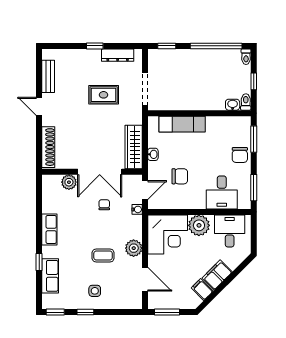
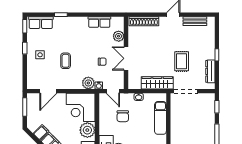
wardrobe: (134, 147) -> (157, 83), moved
double door: (100, 172) -> (126, 58), width x0.73
row of seats: (49, 229) -> (99, 22), moved
plant: (134, 248) -> (88, 83), moved
row of seats: (50, 276) -> (41, 23), moved

